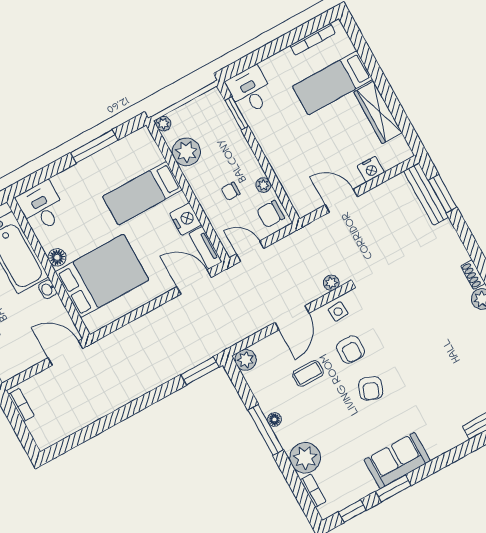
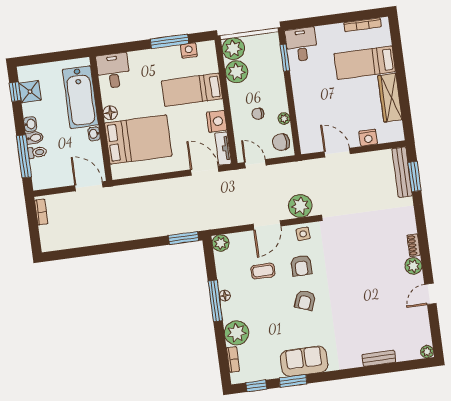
plant: (163, 124) -> (233, 49), width x1.88, depth x1.88
nightstand: (121, 149) -> (189, 50), added
plant: (331, 283) -> (300, 206), width x1.87, depth x1.87

